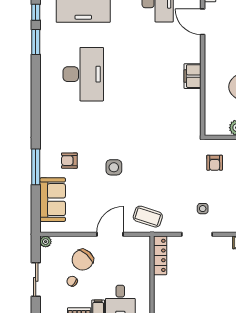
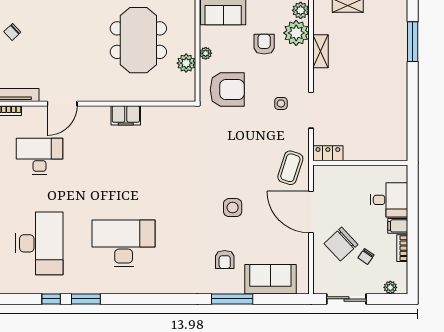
armchair: (215, 163) -> (227, 90), width x1.88, depth x1.88
door: (110, 234) -> (311, 212), width x1.36
plant: (46, 242) -> (390, 287), moved
locker: (160, 255) -> (328, 153), width x0.66
chair: (83, 260) -> (341, 244), turned 95
sliding door: (36, 279) -> (346, 299), moved

